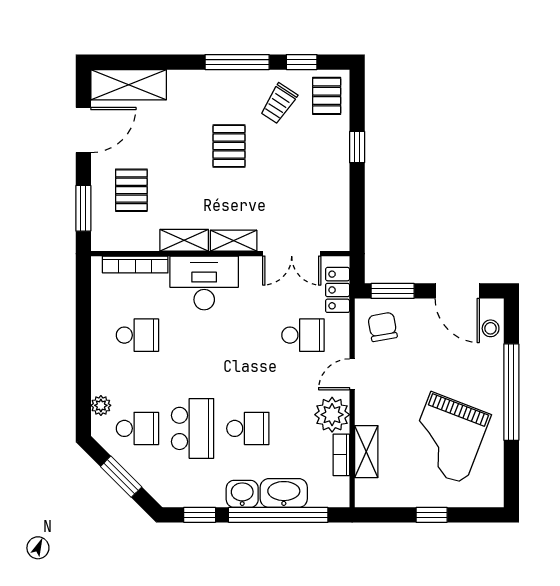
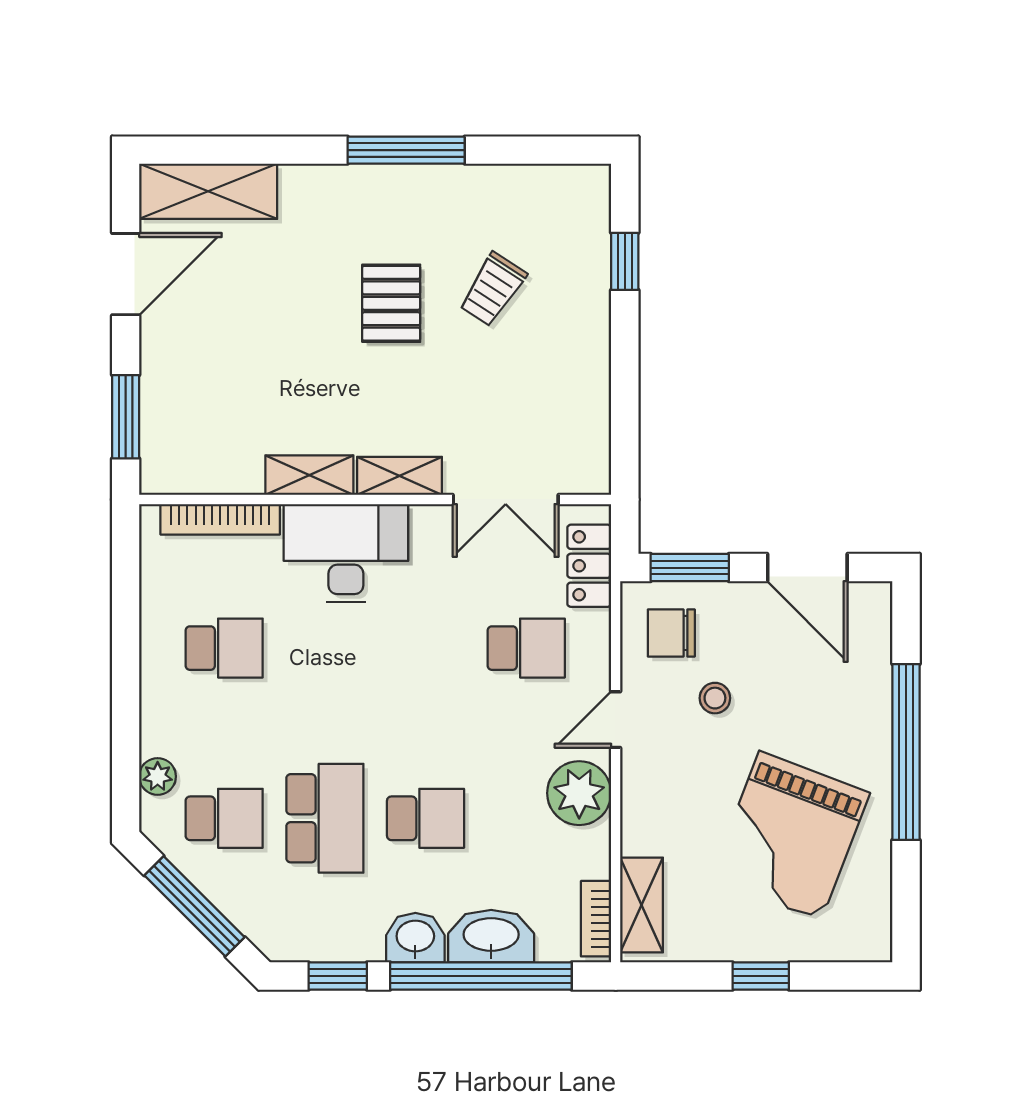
window: (302, 62) -> (524, 150), removed
pallet: (327, 96) -> (569, 212), removed
trolley: (279, 103) -> (493, 289), moved
window: (357, 147) -> (625, 261), moved
pallet: (131, 190) -> (213, 384), removed
chair: (383, 327) -> (671, 633), turned -80
stool: (491, 328) -> (715, 698), moved
shelving: (366, 452) -> (642, 905), moved
bookcase: (341, 455) -> (596, 919), moved
window: (121, 477) -> (194, 906), width x1.44

